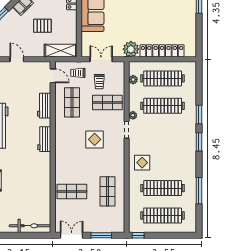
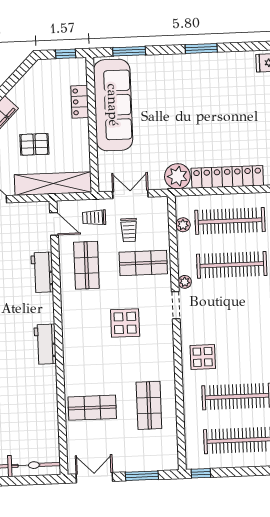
shelving: (61, 51) -> (53, 184), width x1.47
workbench: (44, 139) -> (45, 344), moved

